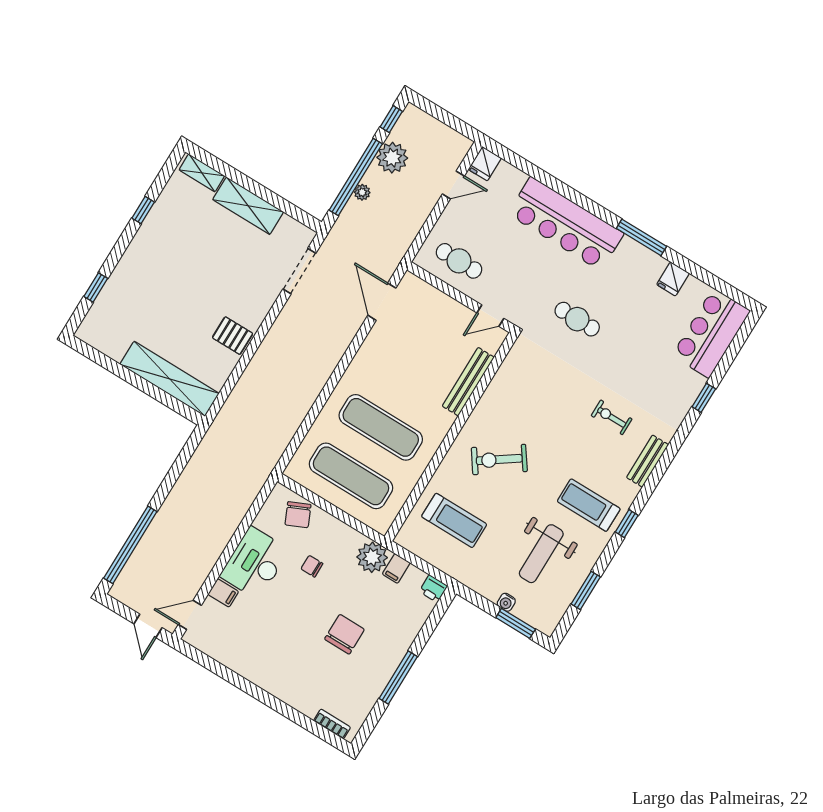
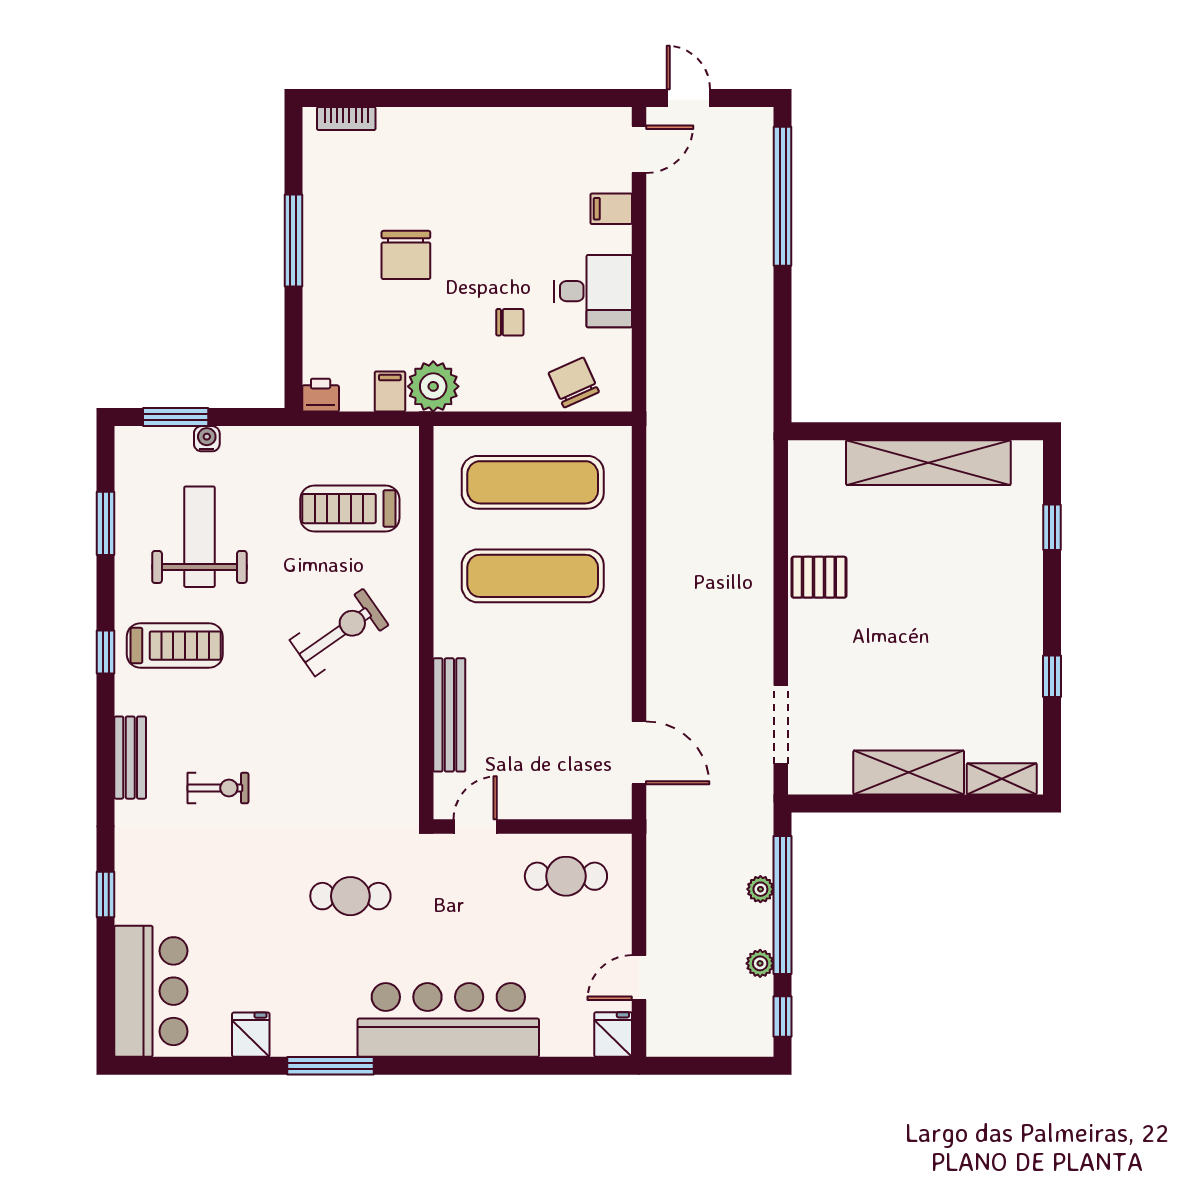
plant: (392, 158) -> (760, 963), width x0.53, depth x0.53
shelving: (170, 379) -> (928, 463), moved
desk: (255, 563) -> (593, 291), width x0.73

